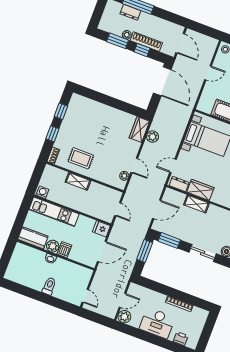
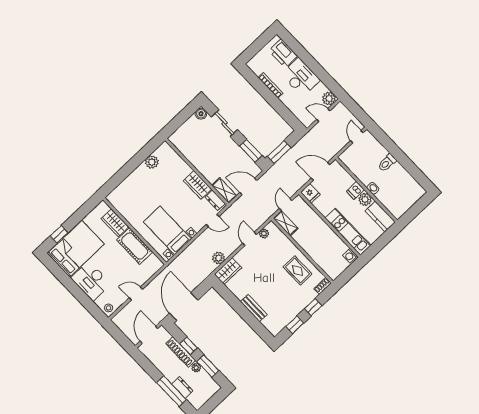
bench: (102, 109) -> (254, 308), added
shelving: (78, 181) -> (286, 223), moved
shelving: (196, 204) -> (224, 190), moved
printer: (181, 339) -> (283, 53), width x1.87, depth x1.48

